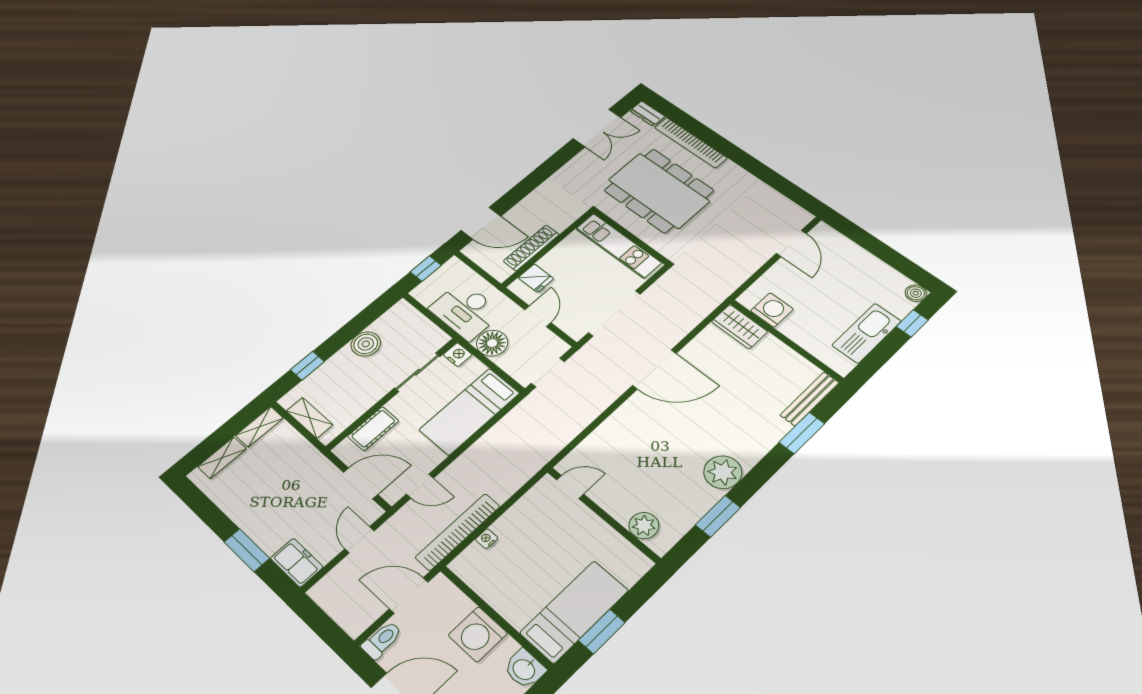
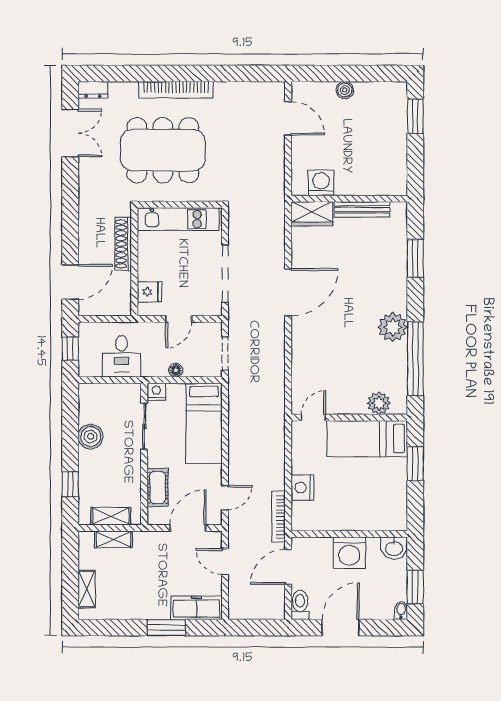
bookcase: (691, 143) -> (176, 90), moved
shoe rack: (531, 248) -> (123, 244), moved
boiler: (916, 293) -> (345, 90), moved
desk: (465, 311) -> (121, 356), width x0.73
door: (538, 316) -> (179, 319), swing flipped
window: (912, 323) -> (415, 116), width x1.50
kitchen sink: (867, 333) -> (394, 149), removed
floor lamp: (492, 343) -> (176, 370), width x0.53, depth x0.53
bench: (810, 399) -> (362, 209), moved, turned 90
shelving: (259, 427) -> (113, 539), moved, turned 90
window: (718, 516) -> (415, 359), width x2.11
bookcase: (458, 532) -> (279, 517), width x0.68, depth x0.76
nightstand: (487, 539) -> (302, 488), width x1.89, depth x1.79
freezer: (297, 563) -> (196, 608), width x1.40
bed: (574, 612) -> (367, 439), moved, turned -90
window: (602, 631) -> (415, 464), moved

